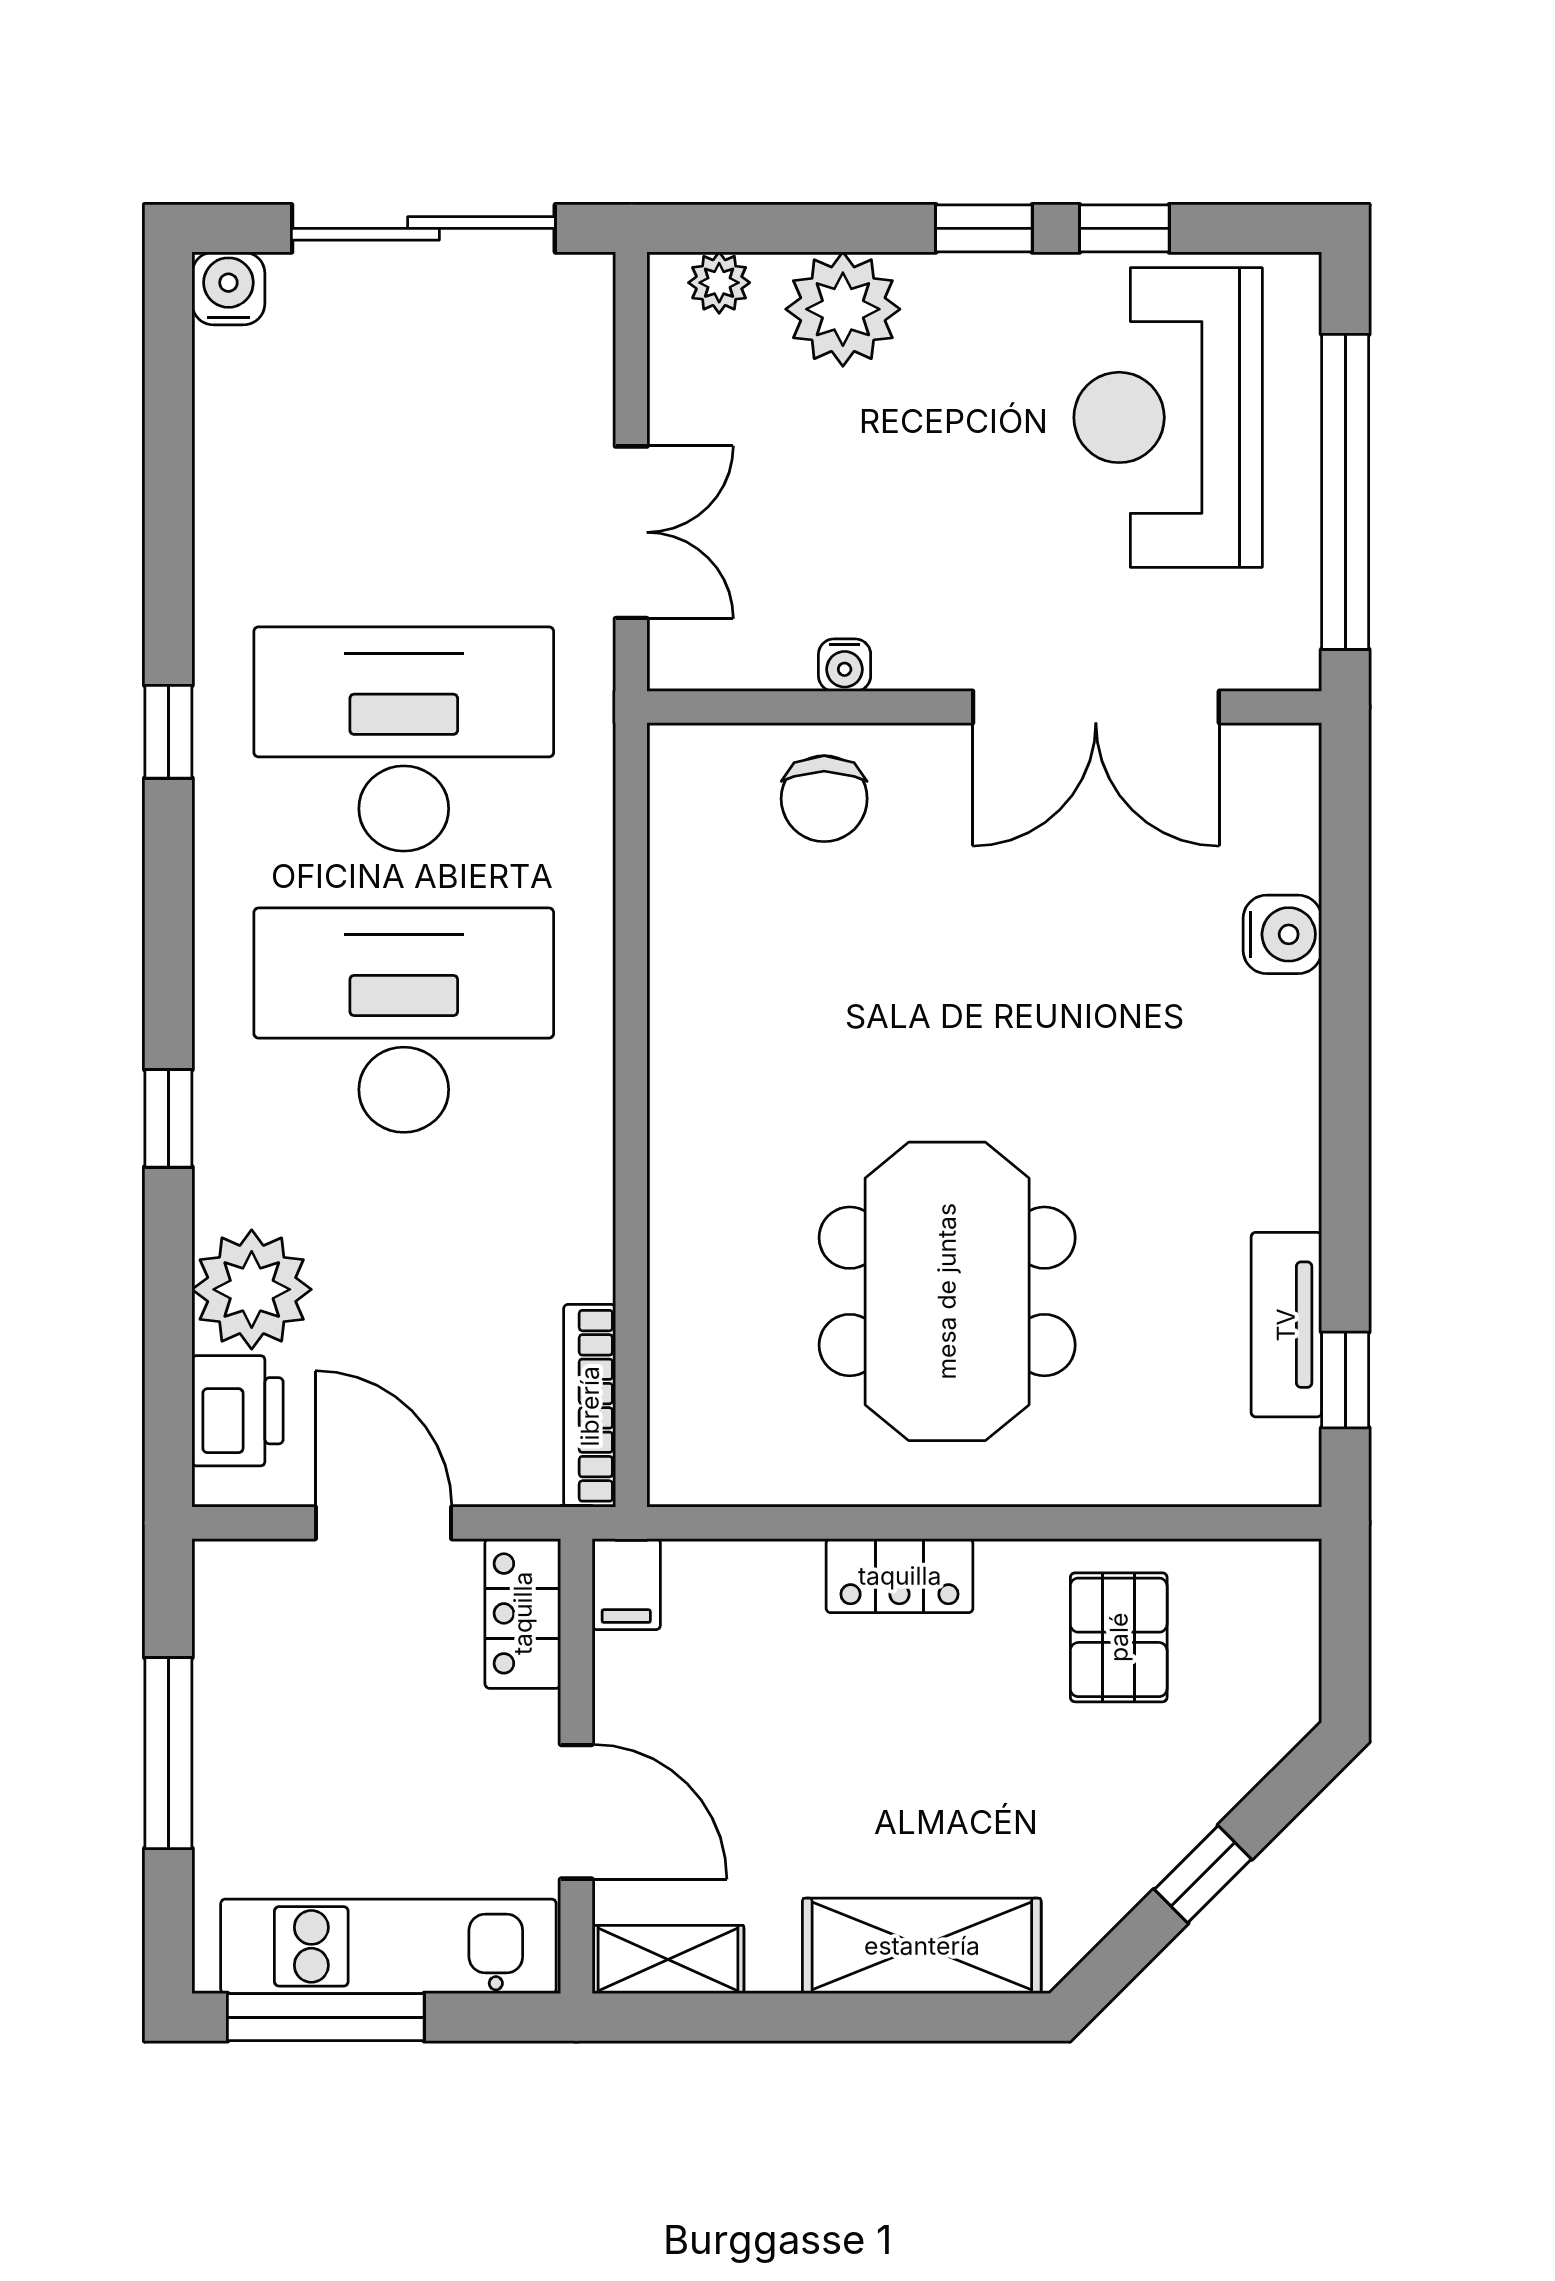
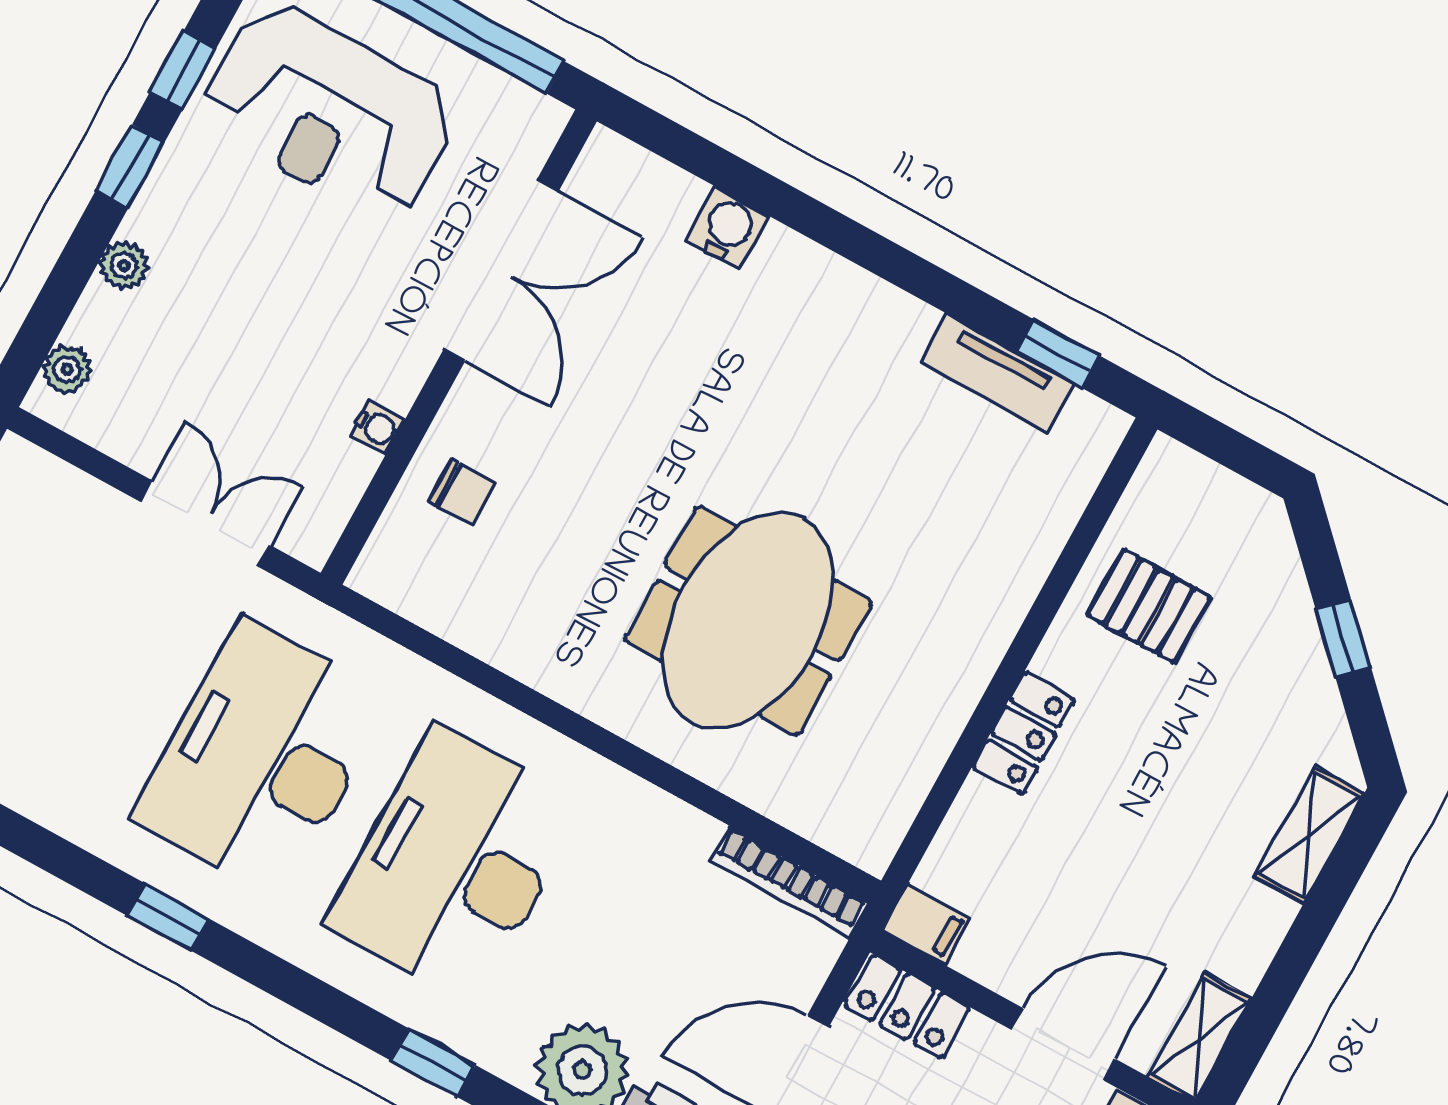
plant: (843, 309) -> (124, 266), width x0.53, depth x0.53
chair: (824, 799) -> (461, 492), width x0.73, depth x0.73
meeting table: (947, 1291) -> (748, 621), moved, turned 90
shelving: (922, 1946) -> (1309, 835), width x0.67, depth x0.75

